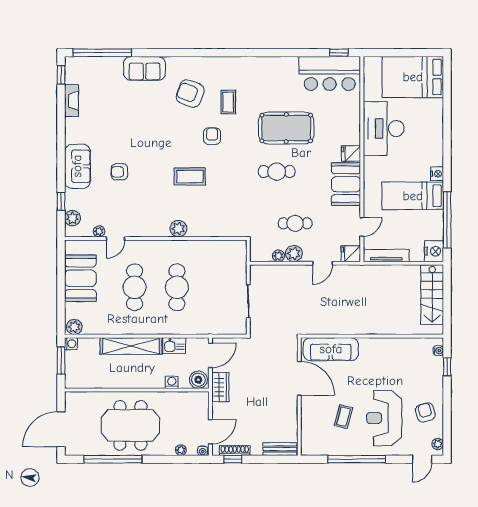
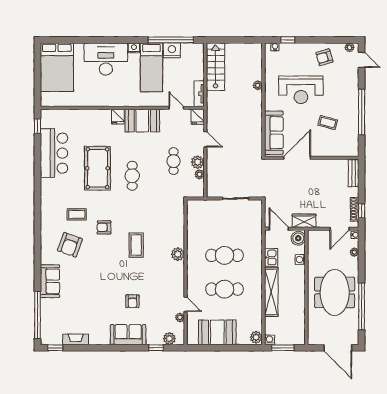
bar counter: (330, 73) -> (54, 153), moved
desk: (384, 128) -> (106, 59), moved, turned 180
nightstand: (434, 251) -> (172, 50), moved
tv unit: (386, 256) -> (199, 94), width x0.71
stairs: (432, 295) -> (215, 67), moved, turned -90
plant: (390, 329) -> (258, 85), added
reception desk: (384, 418) -> (301, 90), moved
door: (210, 432) -> (340, 229), swing flipped

